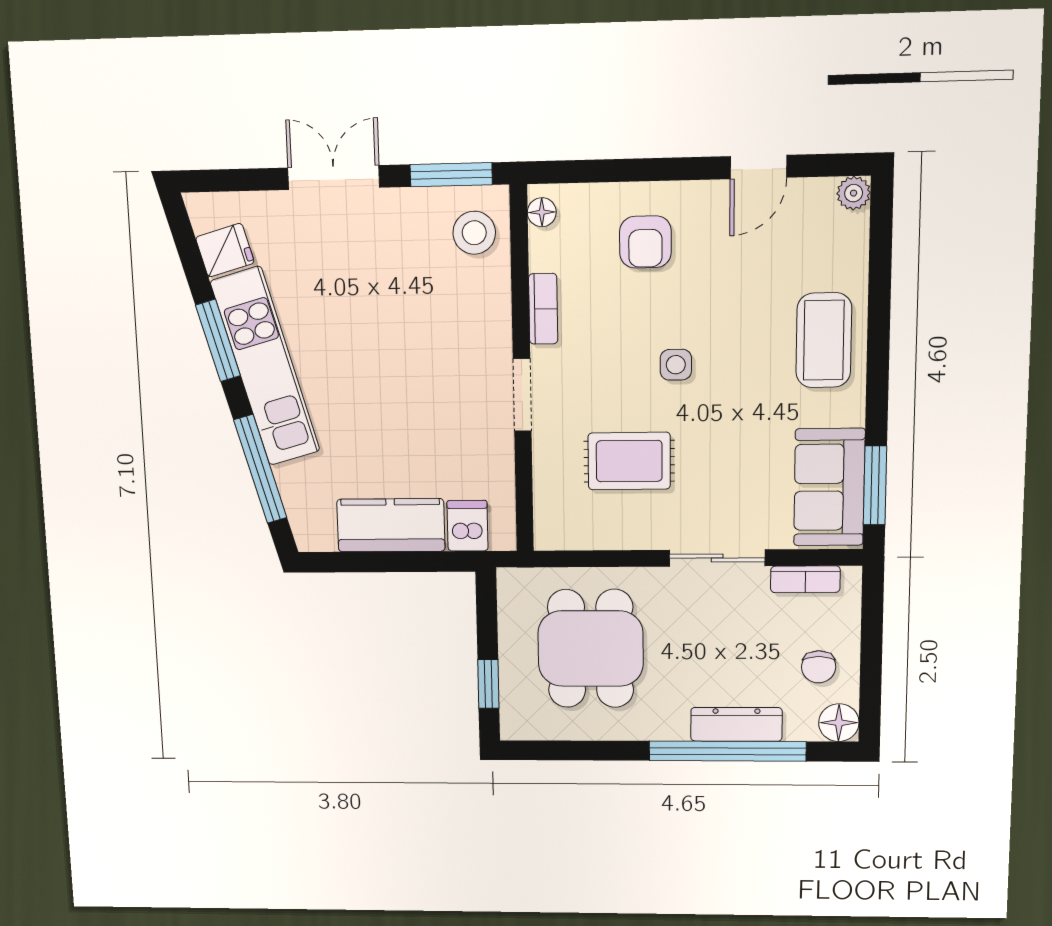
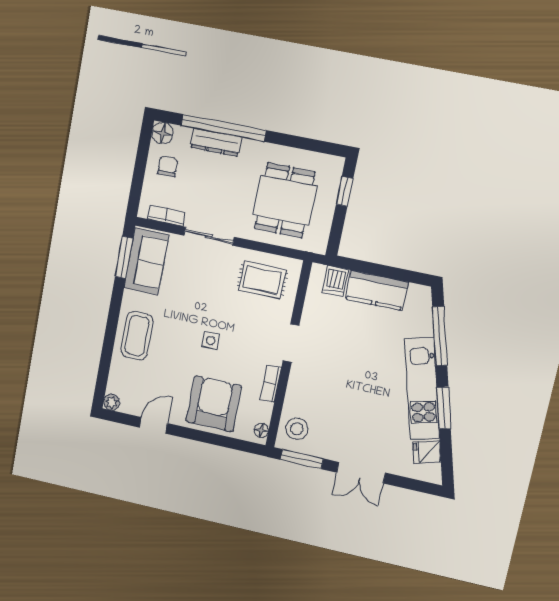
armchair: (645, 242) -> (214, 404), width x1.88, depth x1.88
rug: (629, 461) -> (262, 280), moved

